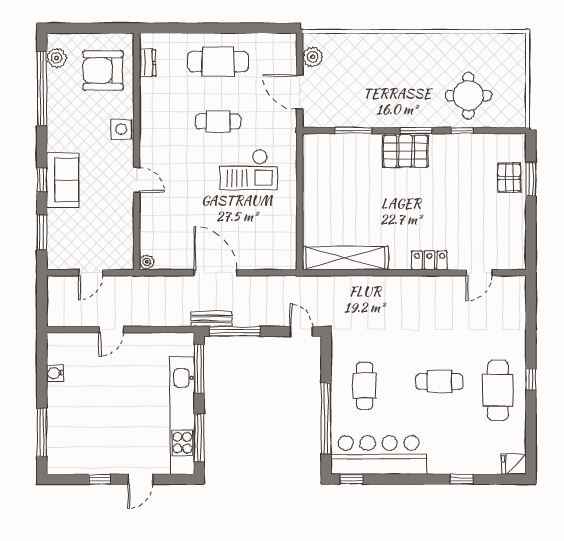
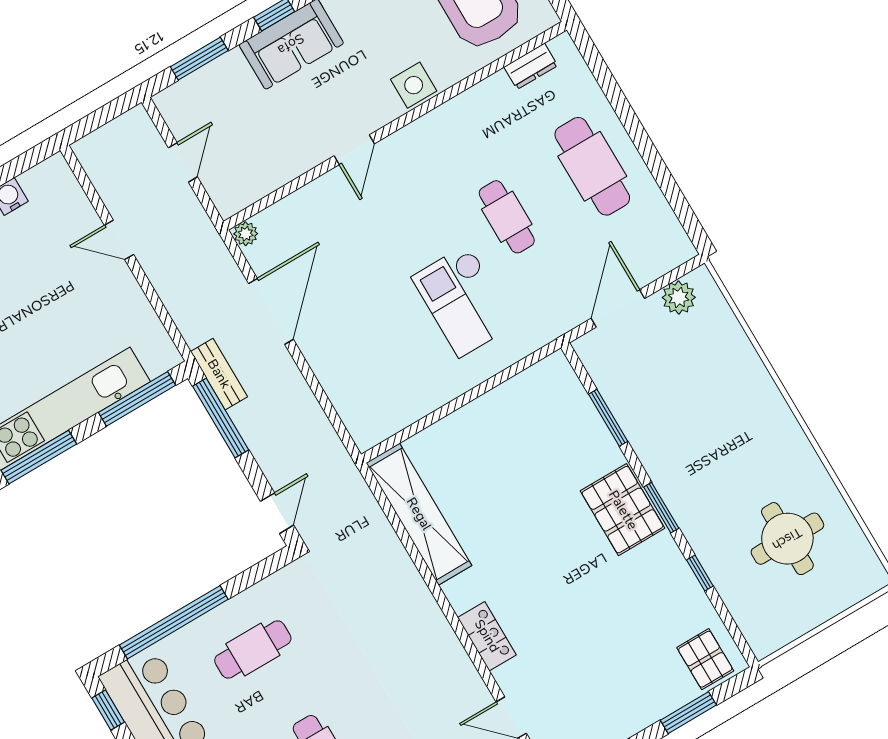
round table: (468, 96) -> (787, 539), moved
pallet: (509, 178) -> (705, 659), moved, turned 90
door: (91, 273) -> (183, 162), swing flipped
door: (215, 273) -> (271, 311), moved

